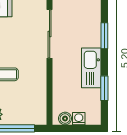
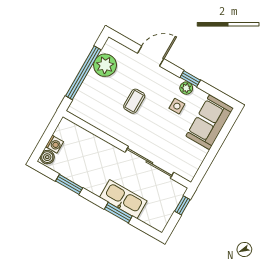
kitchen sink: (91, 68) -> (123, 199), moved
boiler: (65, 119) -> (47, 157), moved

